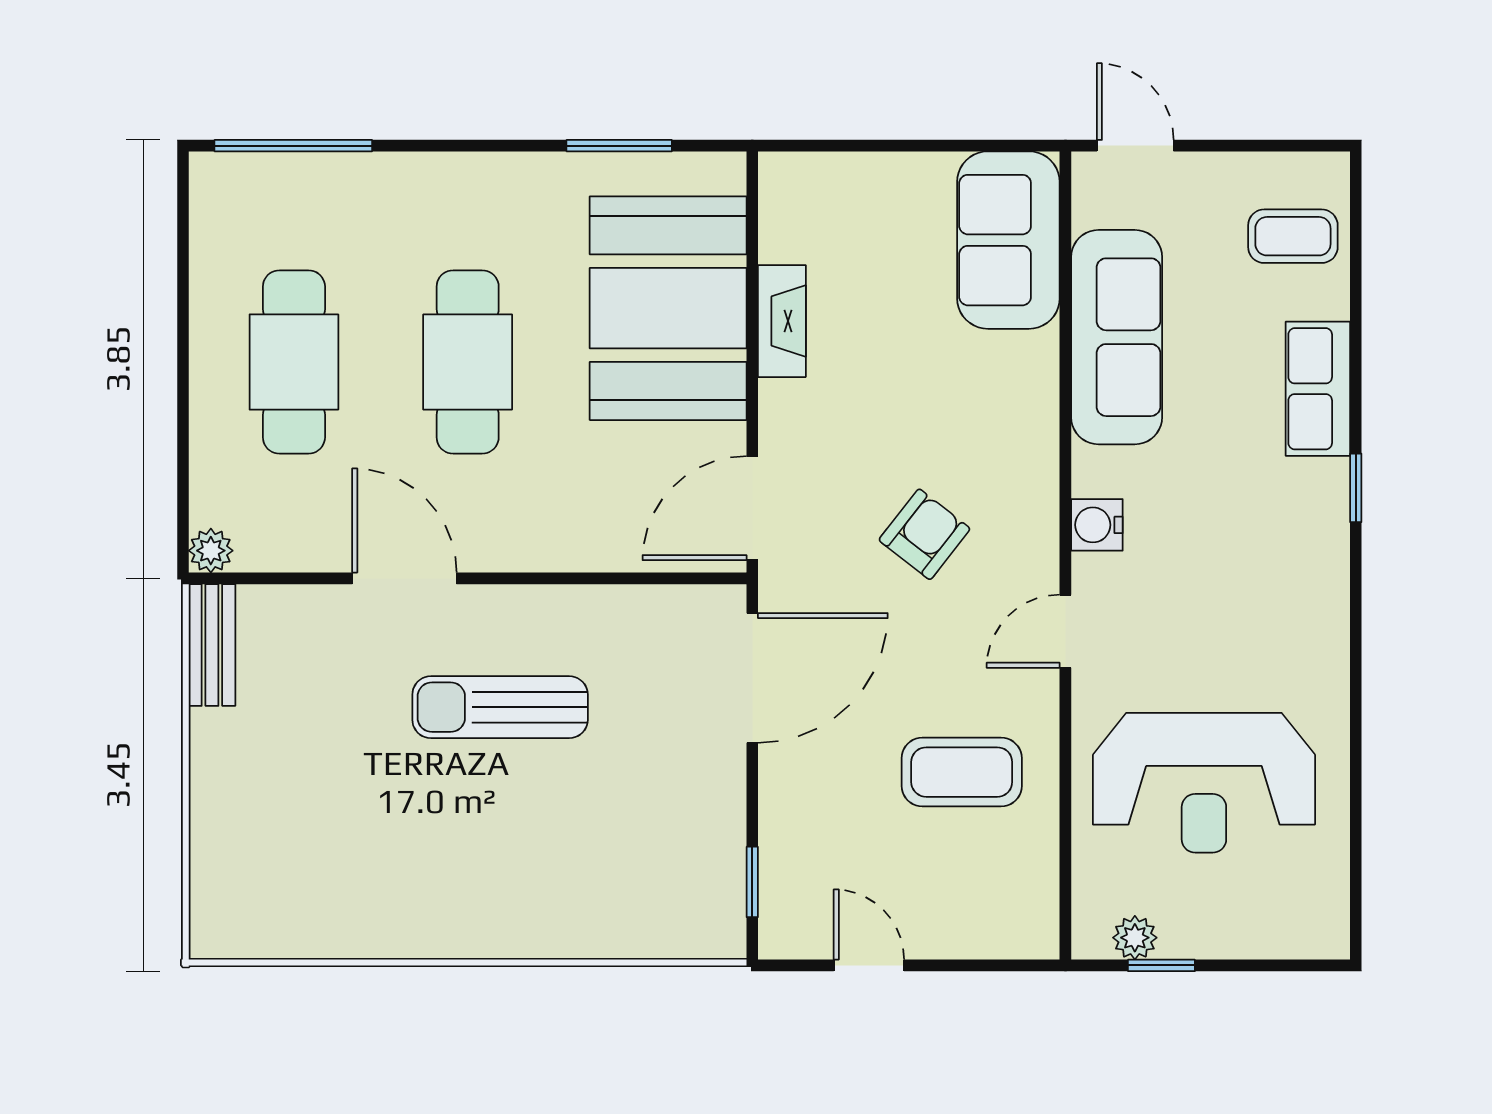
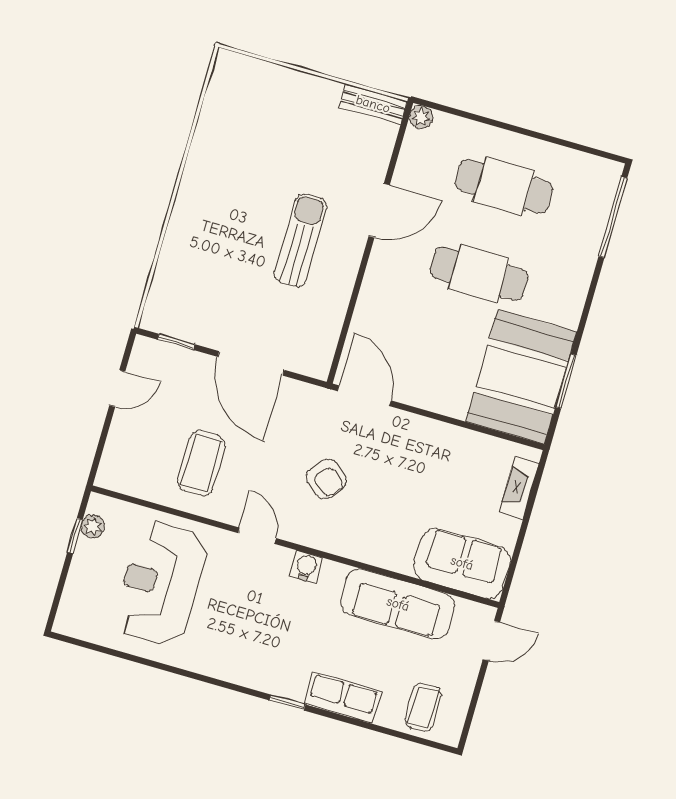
booth: (668, 308) -> (521, 377), moved, turned 90
fireplace: (782, 321) -> (519, 488), moved, turned 90
door: (752, 678) -> (251, 363), moved

